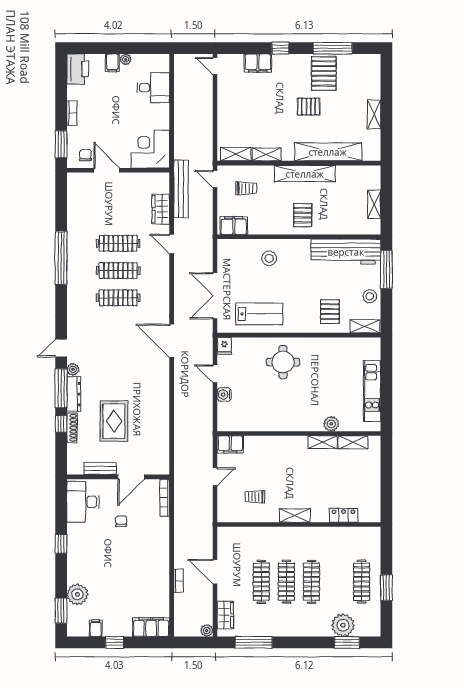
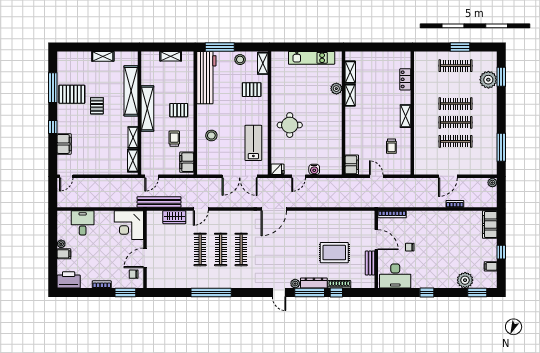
trolley: (246, 188) -> (174, 139), moved
wardrobe: (225, 615) -> (481, 169), removed

